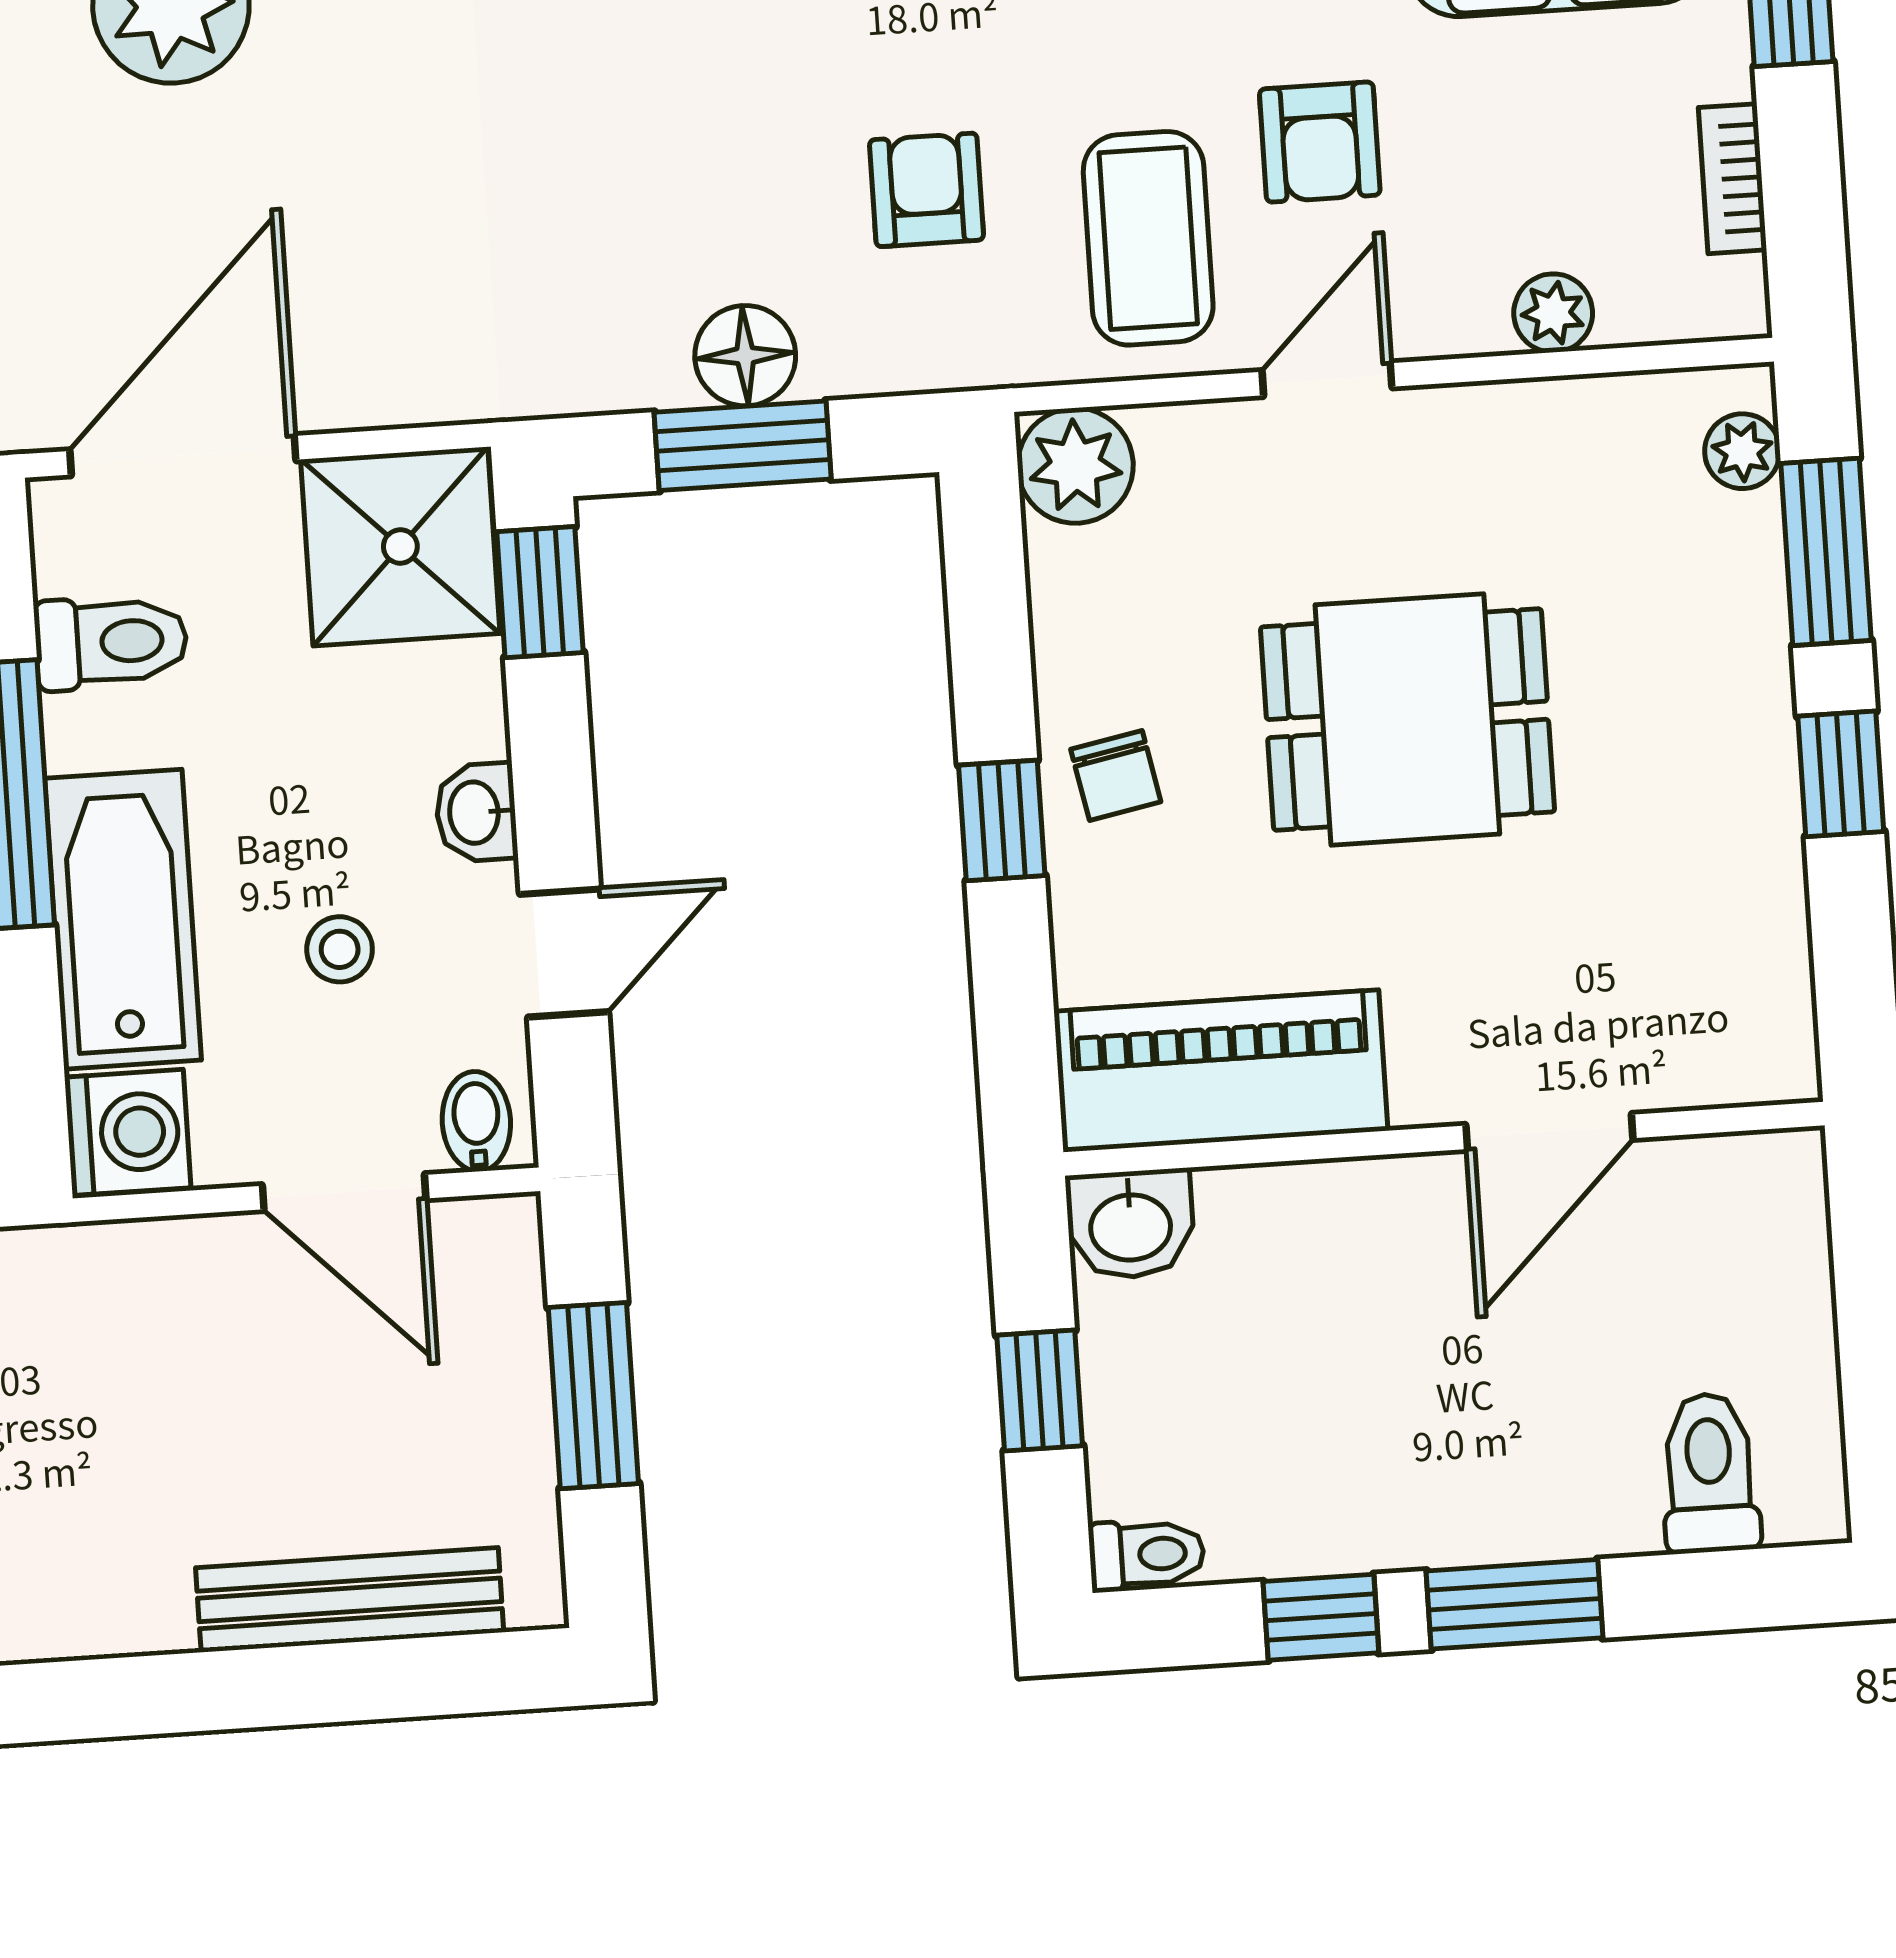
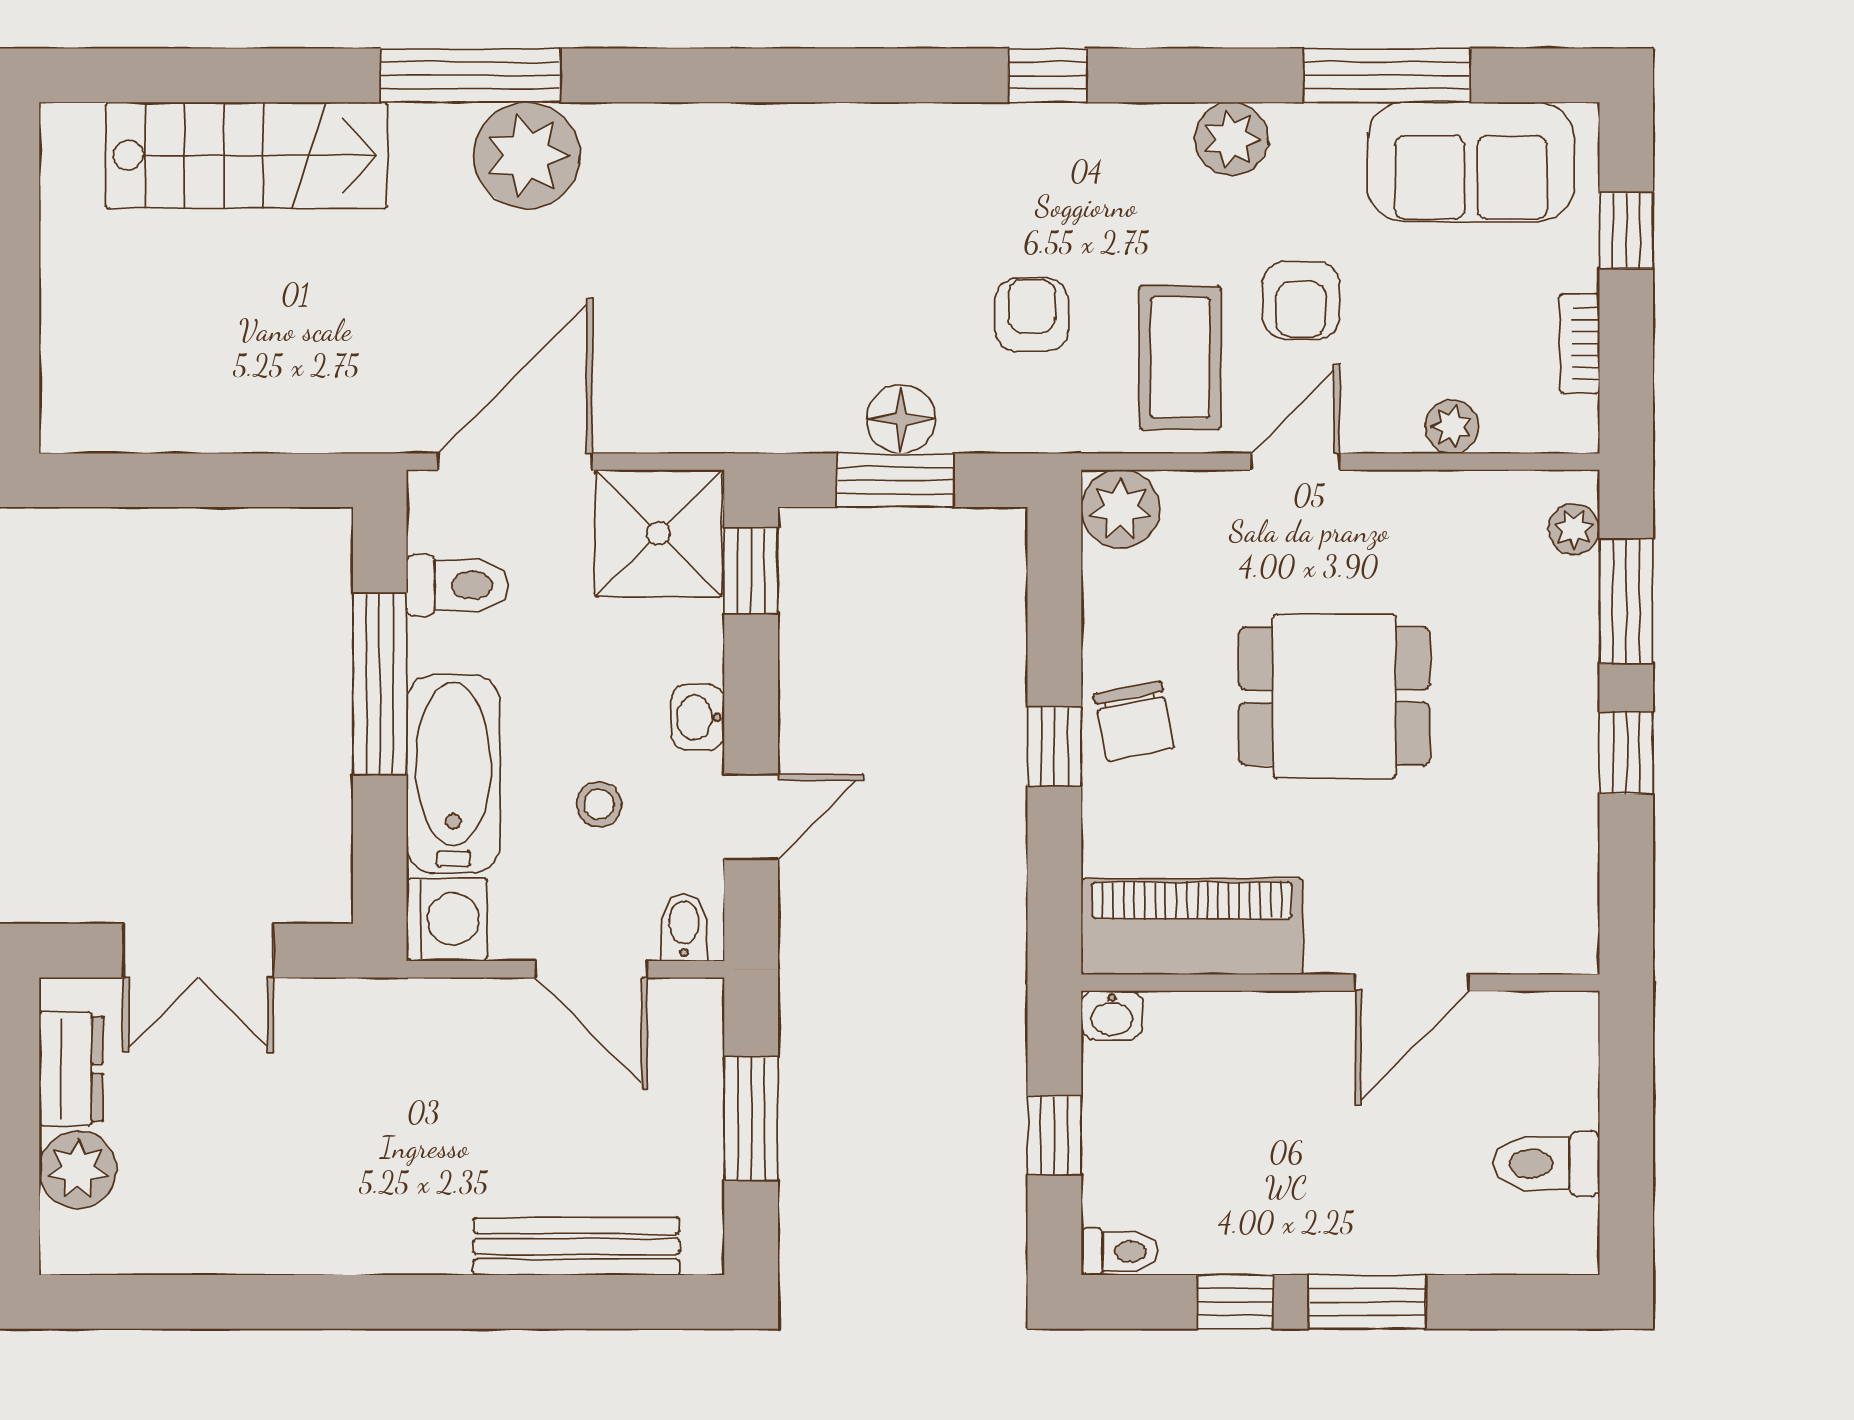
chair: (1116, 775) -> (1134, 721), width x1.37, depth x1.37
washbasin: (1130, 1224) -> (1112, 1015), width x0.72, depth x0.69
toilet: (1710, 1473) -> (1546, 1164), moved, turned -90

